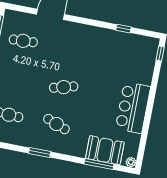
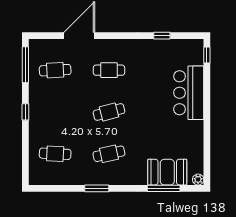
cafe table: (71, 50) -> (109, 70), added
bar counter: (133, 108) -> (189, 93), moved
cafe table: (56, 124) -> (109, 154), turned -33

